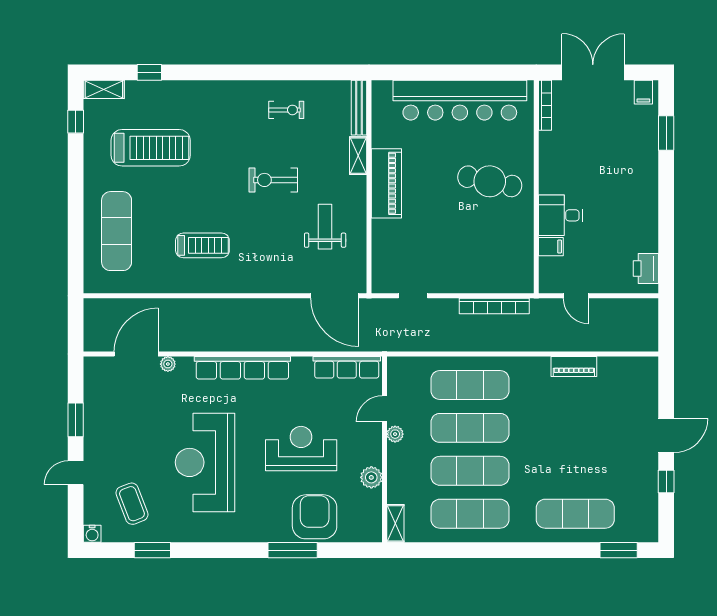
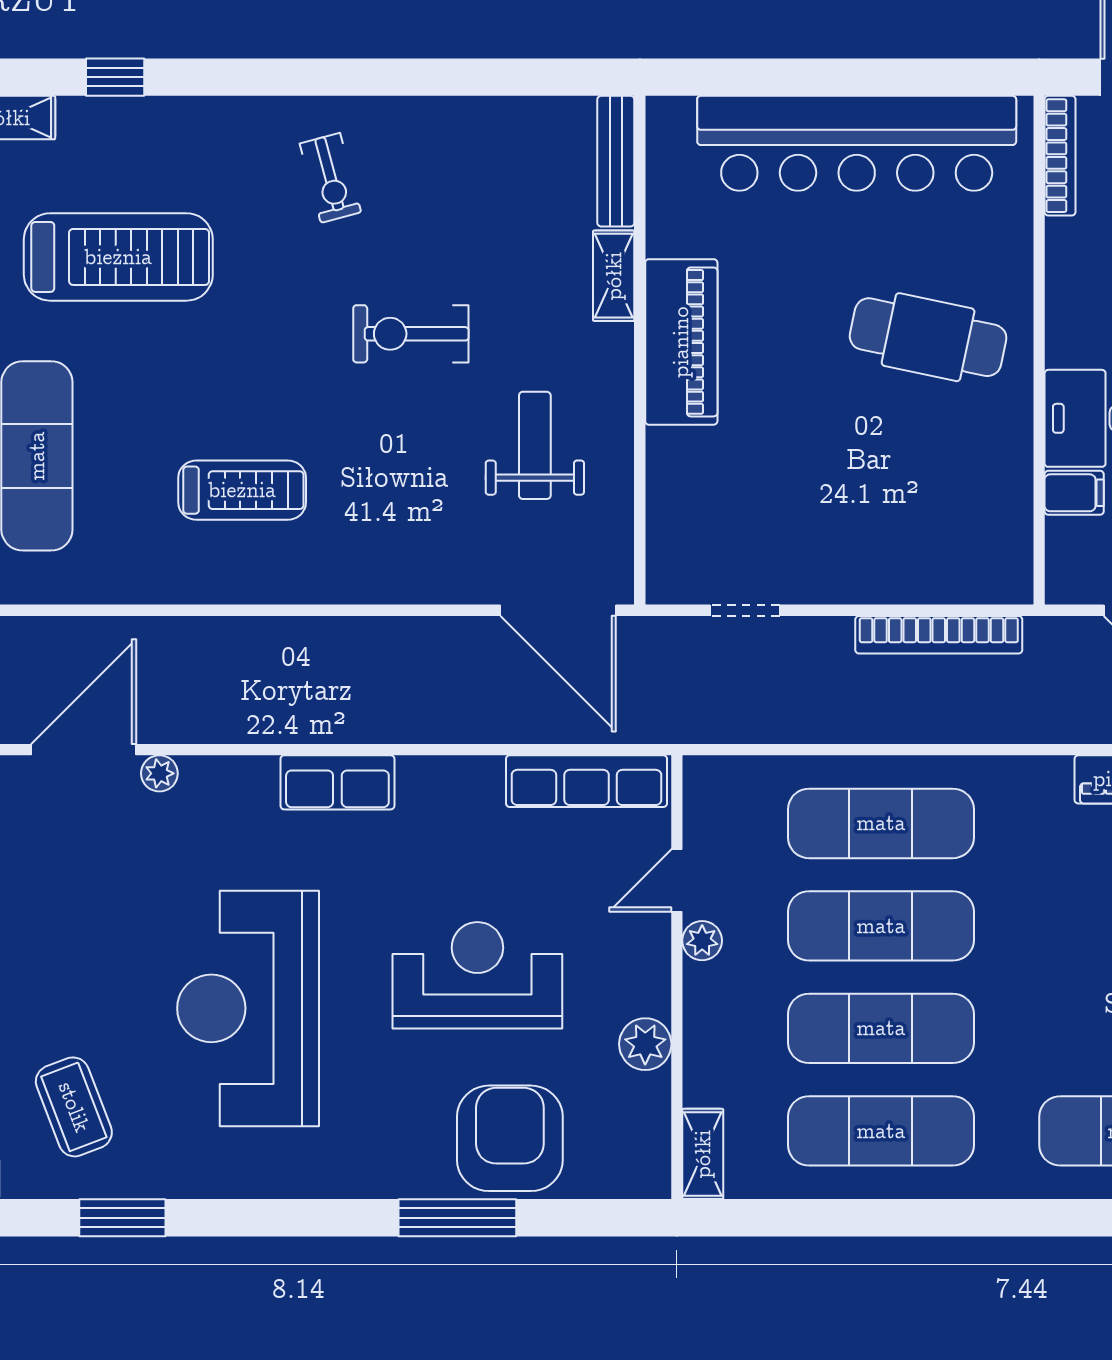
exercise bike: (286, 110) -> (330, 178), moved, turned 75
row of seats: (242, 368) -> (337, 782), width x0.50

